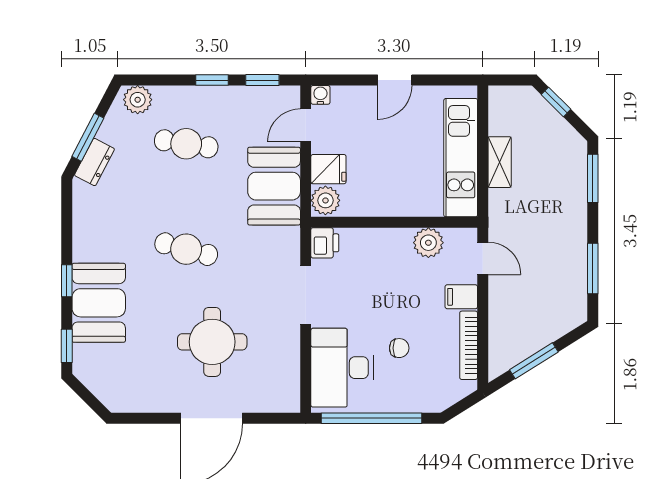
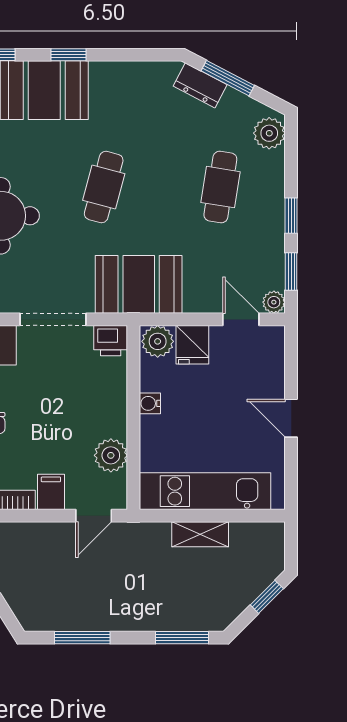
water cooler: (320, 95) -> (150, 403), moved, turned 180
plant: (290, 96) -> (274, 302), added
booth: (274, 186) -> (139, 284), moved

